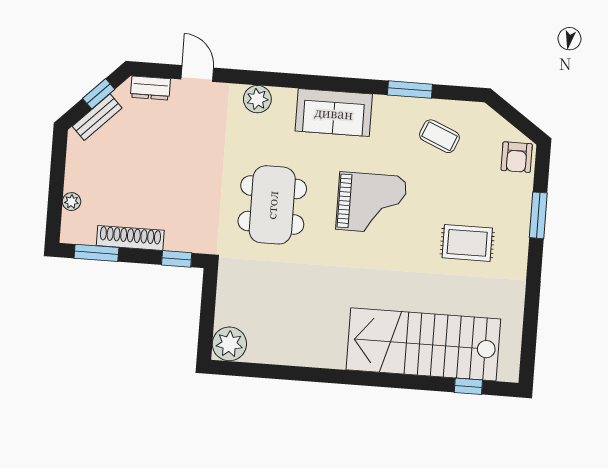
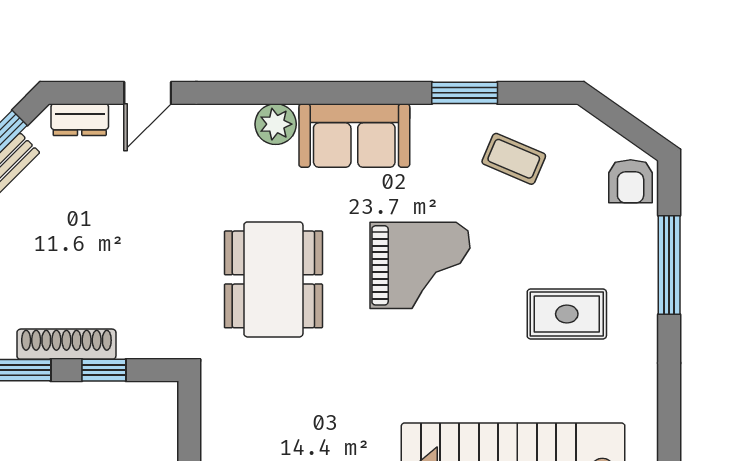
door: (197, 74) -> (148, 93), swing flipped
plant: (257, 99) -> (276, 124), moved
window: (538, 215) -> (669, 265), width x1.44
window: (177, 259) -> (104, 370), moved

